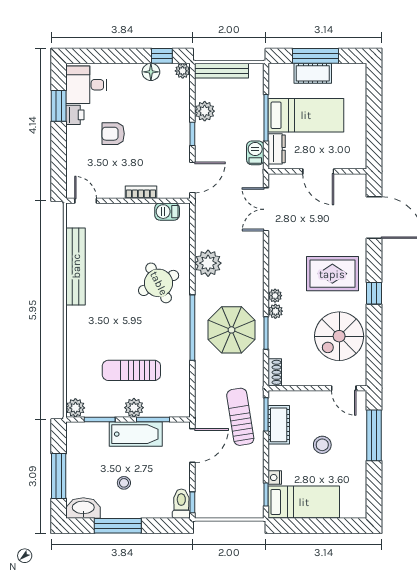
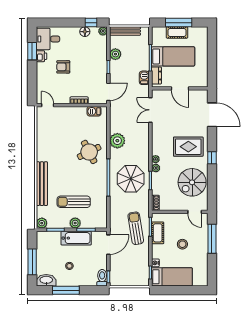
bench: (76, 266) -> (42, 184), moved

